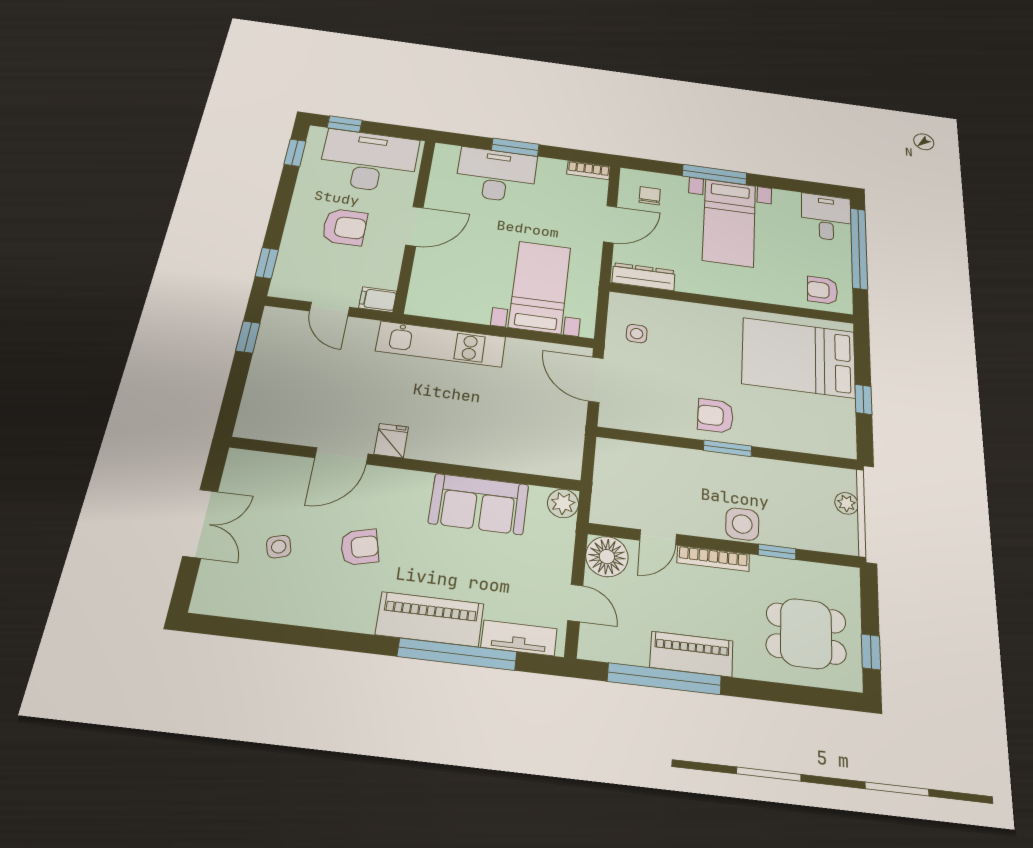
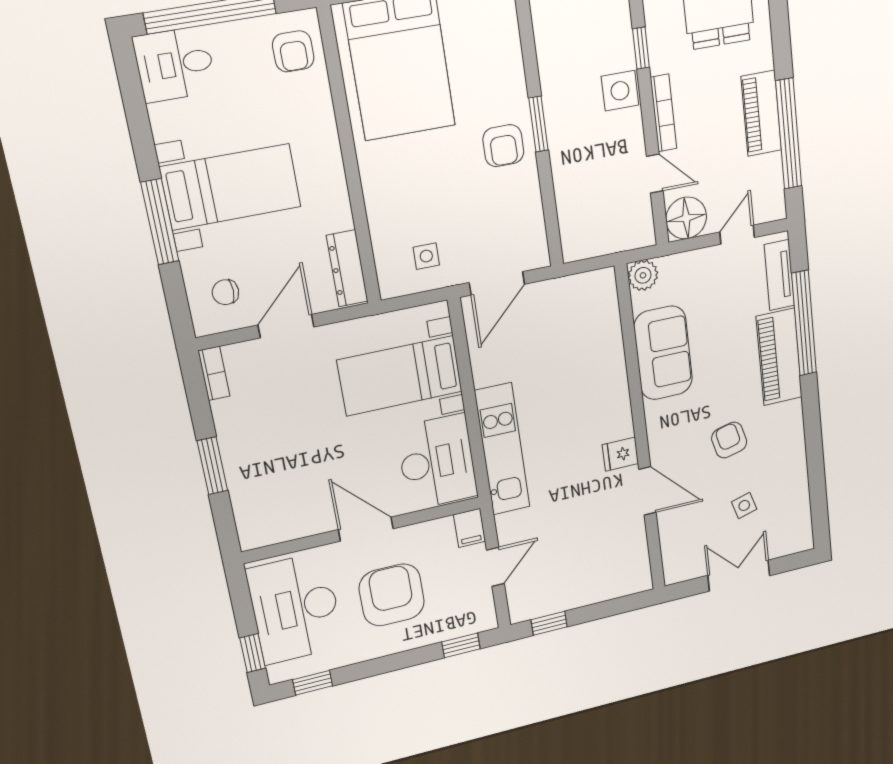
desk: (496, 175) -> (437, 462), moved, turned 180
door: (610, 224) -> (286, 326), hinge flipped
armchair: (345, 227) -> (392, 595), width x1.36, depth x1.36

